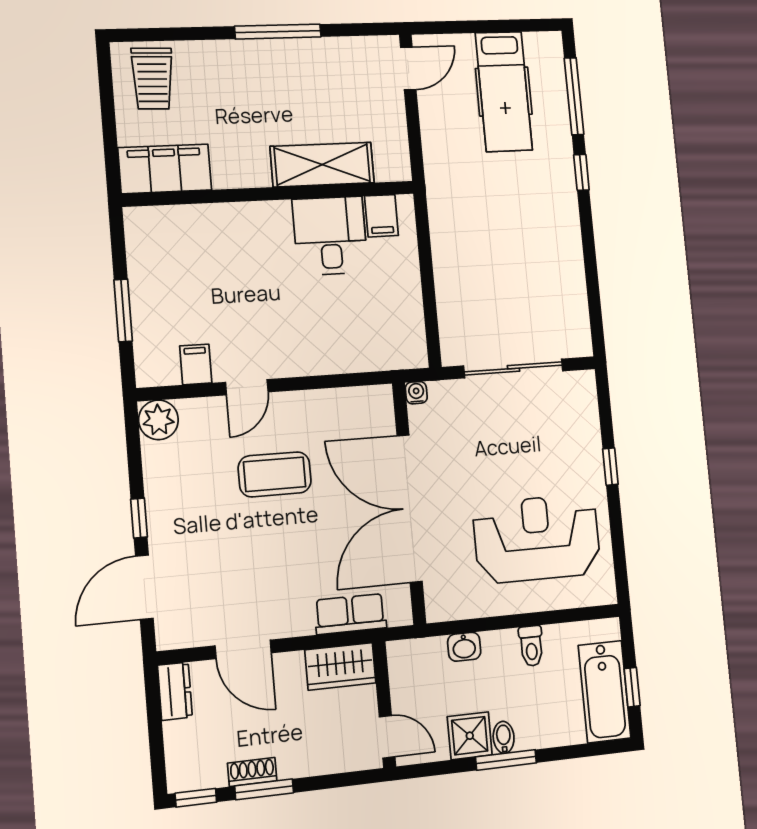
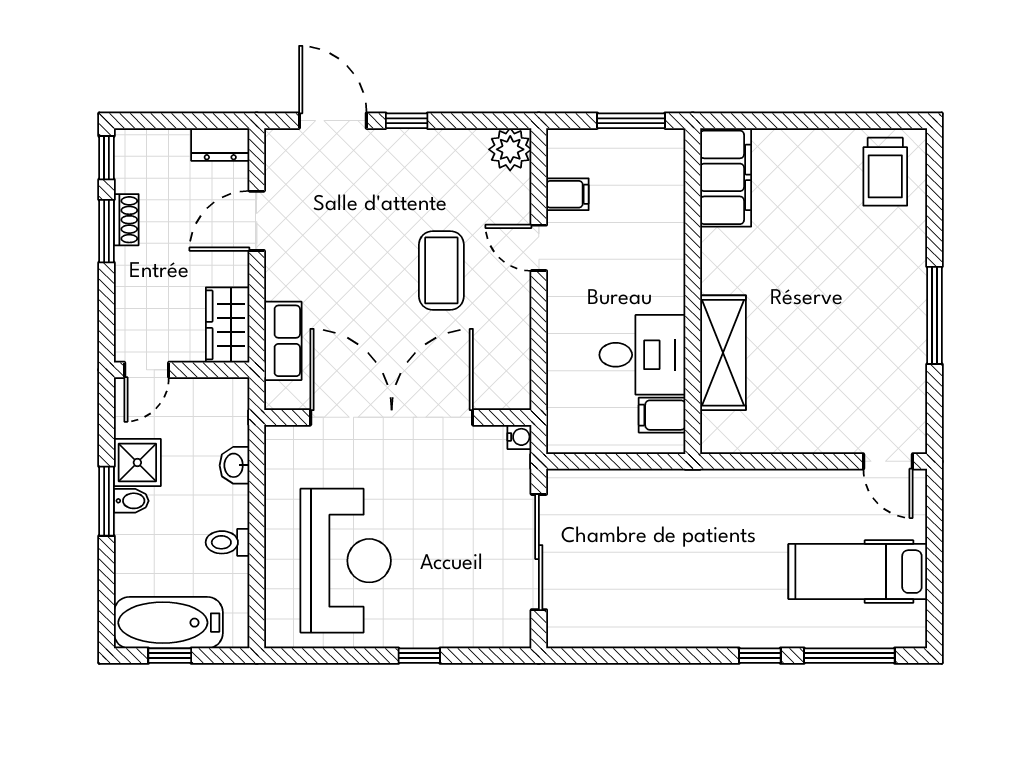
trolley: (152, 79) -> (885, 172), turned -92
shelving: (322, 165) -> (723, 353), moved
filing cabinet: (165, 169) -> (726, 177), moved
wall: (270, 194) -> (693, 291), moved
filing cabinet: (381, 216) -> (662, 415), moved
desk: (330, 236) -> (642, 355), moved

